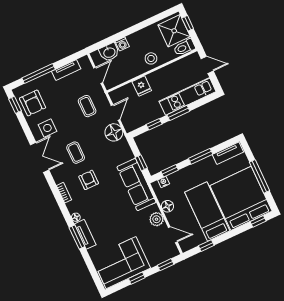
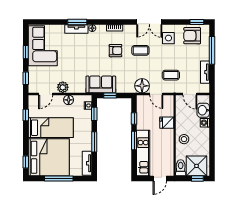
sofa: (136, 185) -> (101, 84), width x0.73

